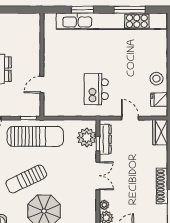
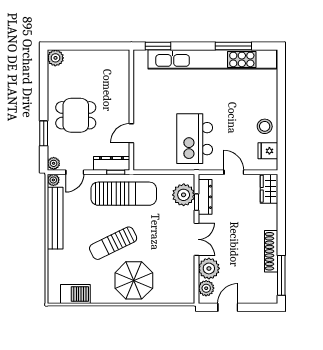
window: (83, 10) -> (158, 46), moved
kitchen island: (96, 89) -> (195, 139), width x1.37, depth x1.28
dresser: (25, 110) -> (111, 163), added
plant: (104, 205) -> (209, 268), width x1.88, depth x1.88

